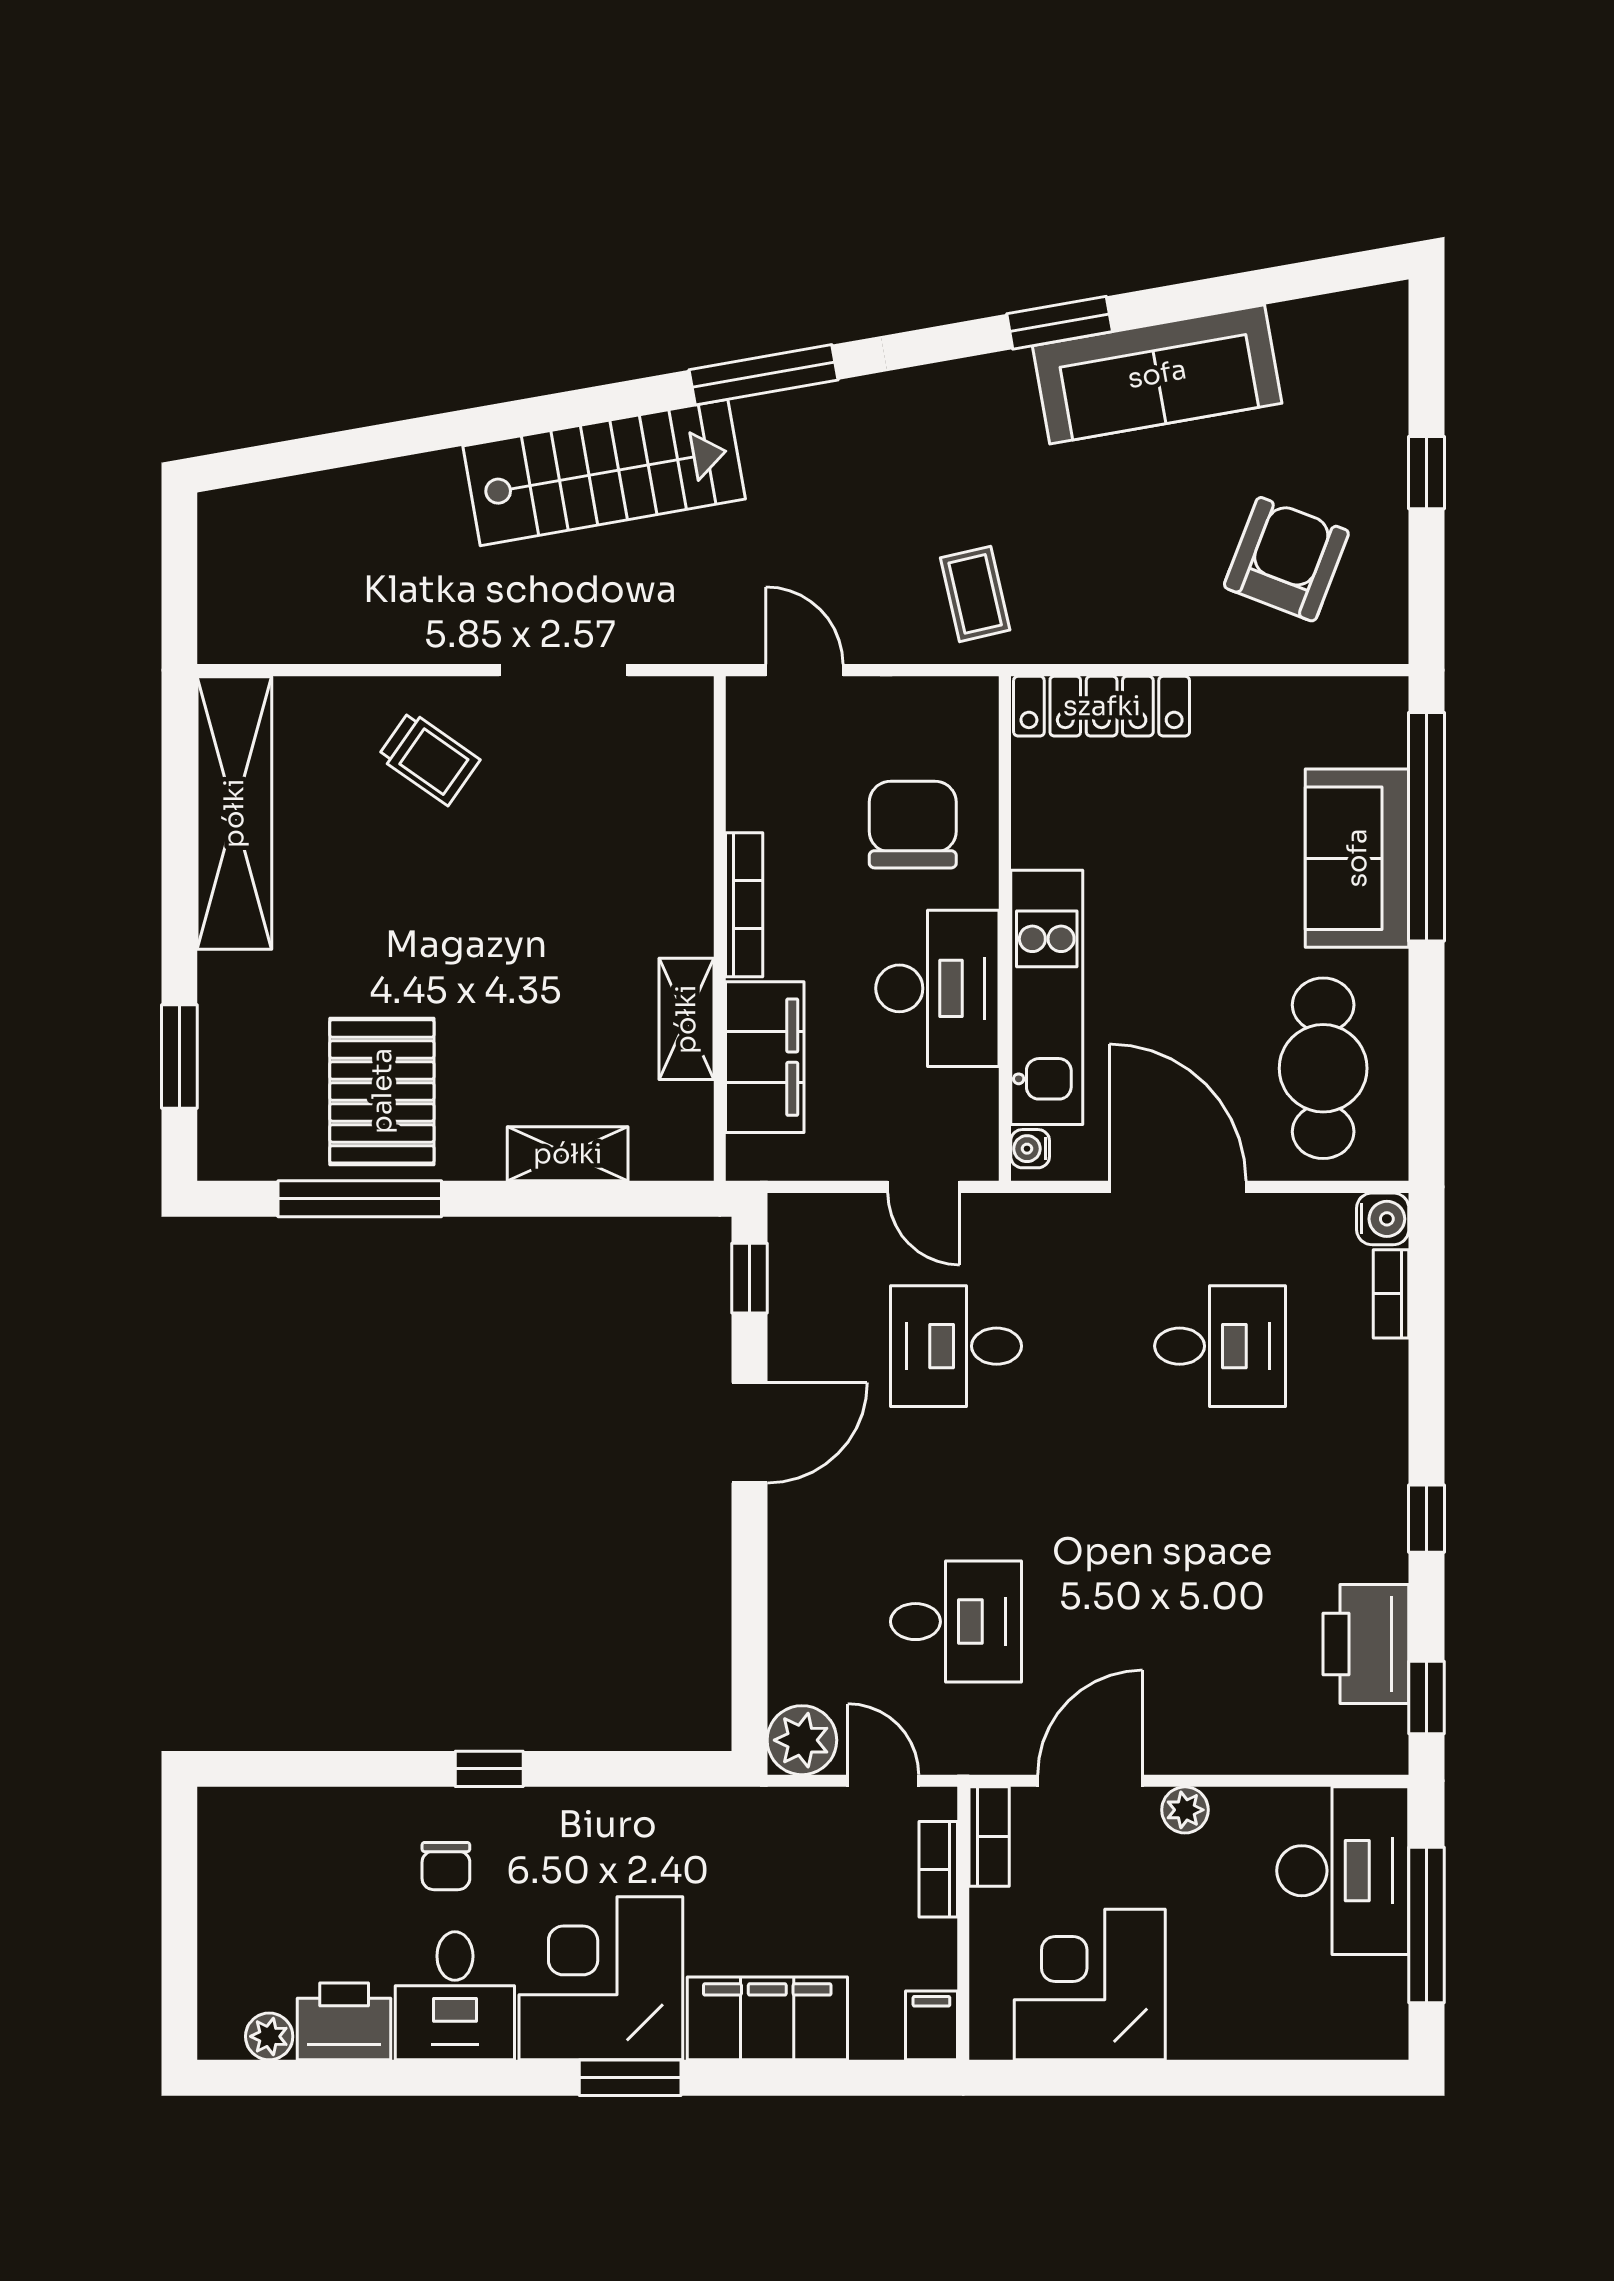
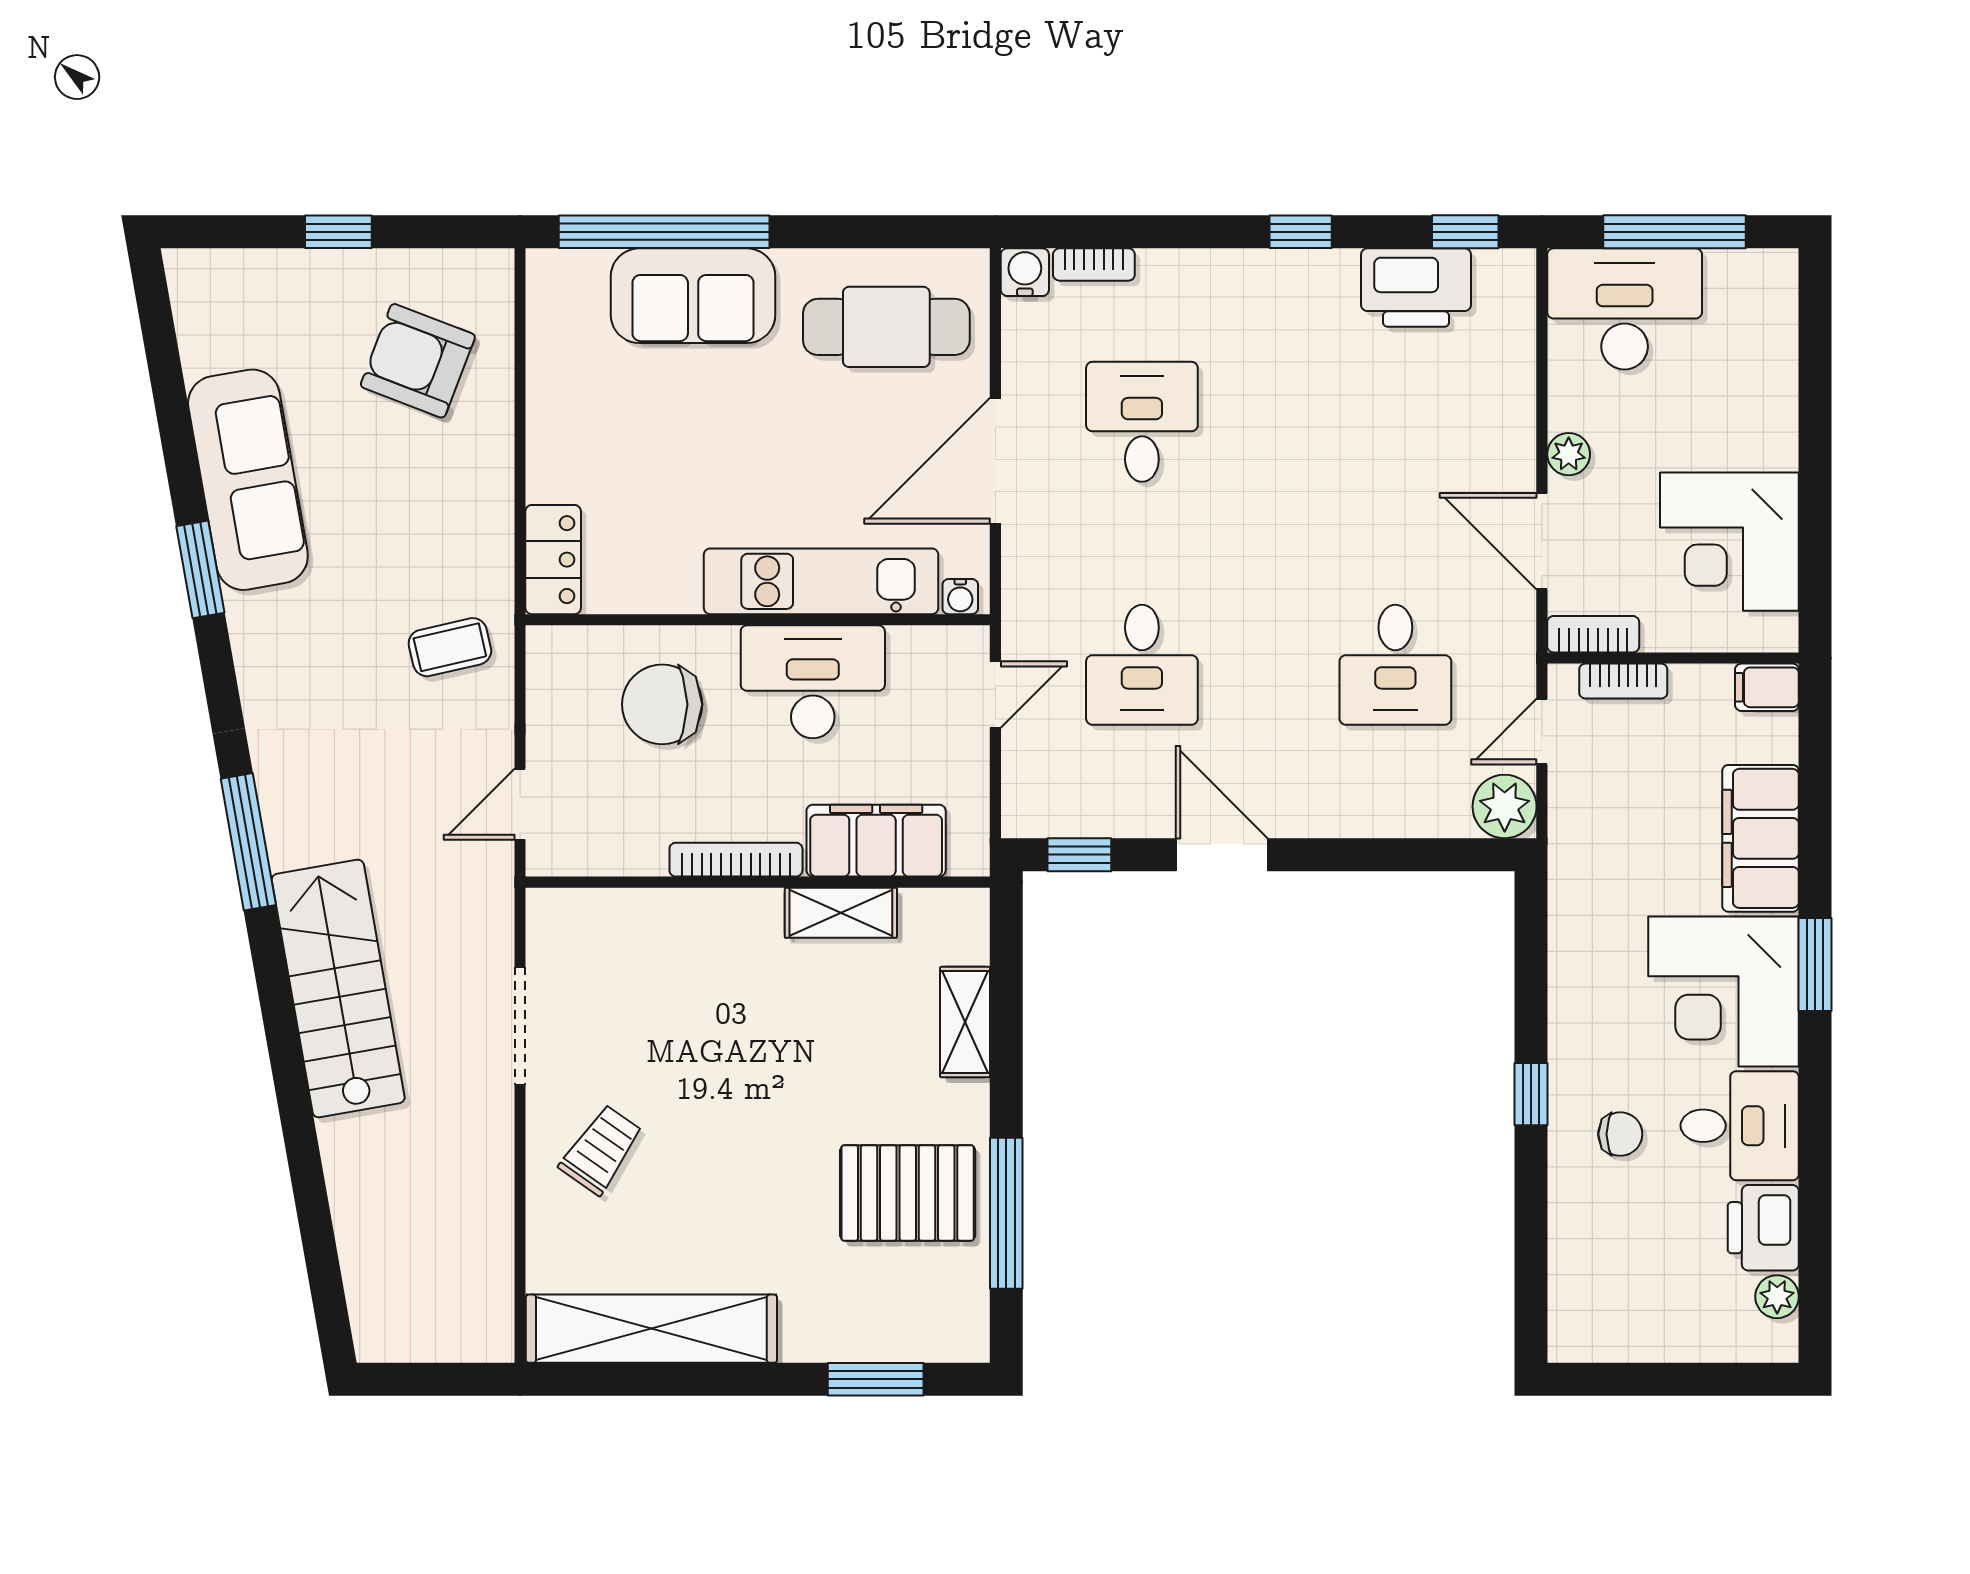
locker: (1102, 706) -> (553, 560), width x0.66
desk: (956, 1622) -> (1395, 665), turned 180

